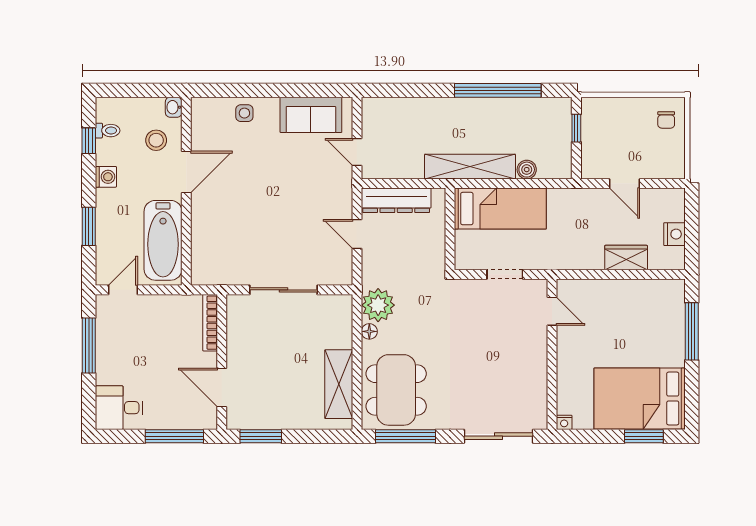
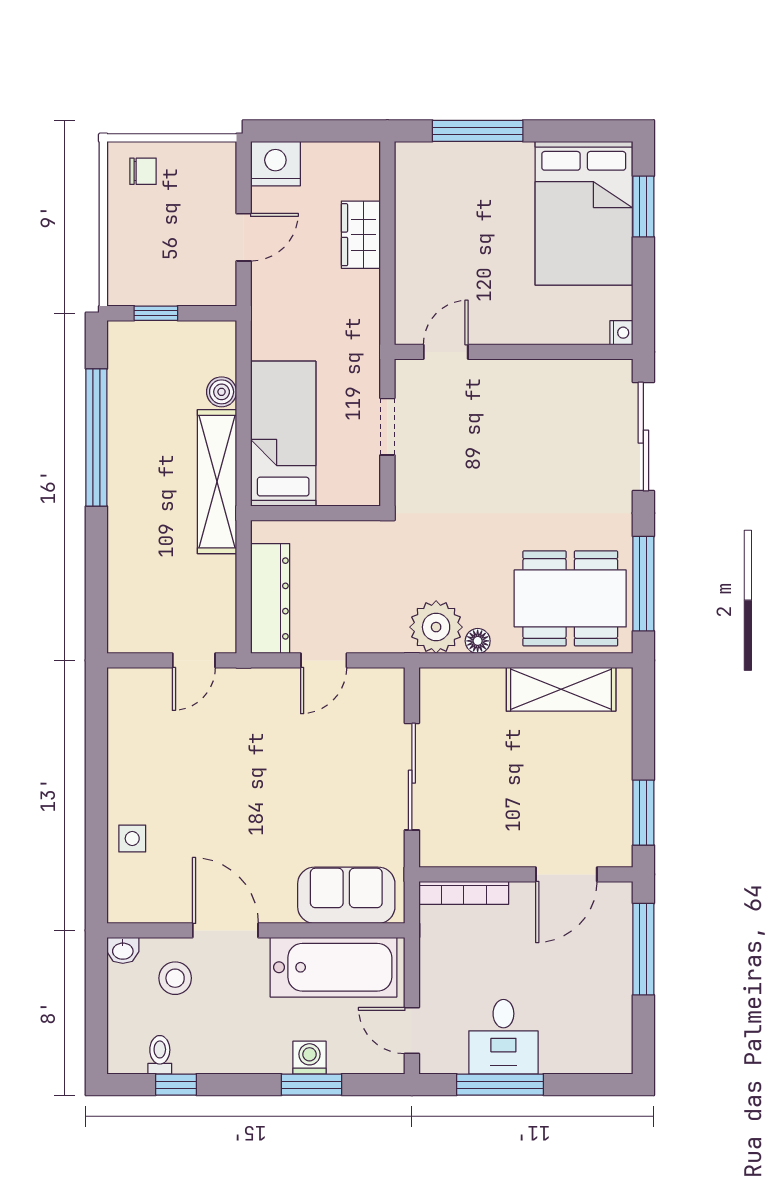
sofa: (311, 115) -> (346, 895), moved, turned -90
washing machine: (106, 177) -> (309, 1058), moved
nightstand: (674, 234) -> (275, 164), moved, width x1.36, depth x1.33
desk: (119, 408) -> (503, 1037), moved

